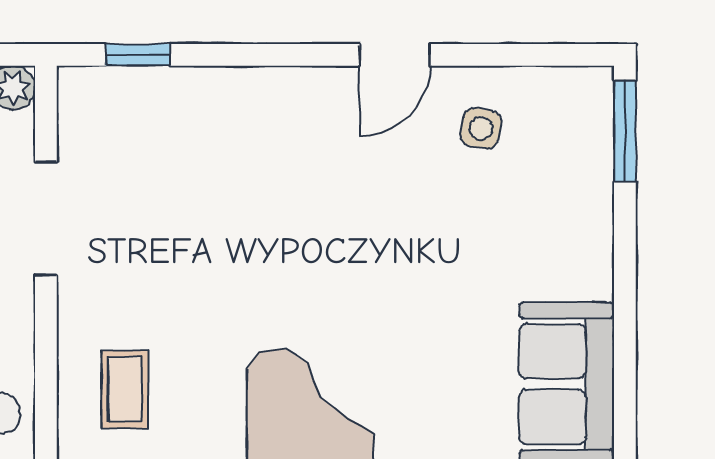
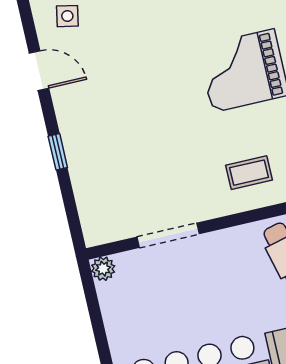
window: (138, 55) -> (58, 152), moved

